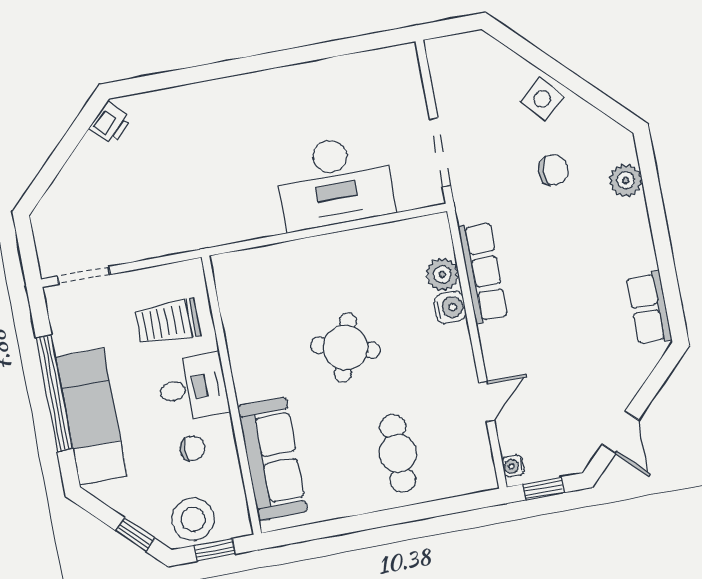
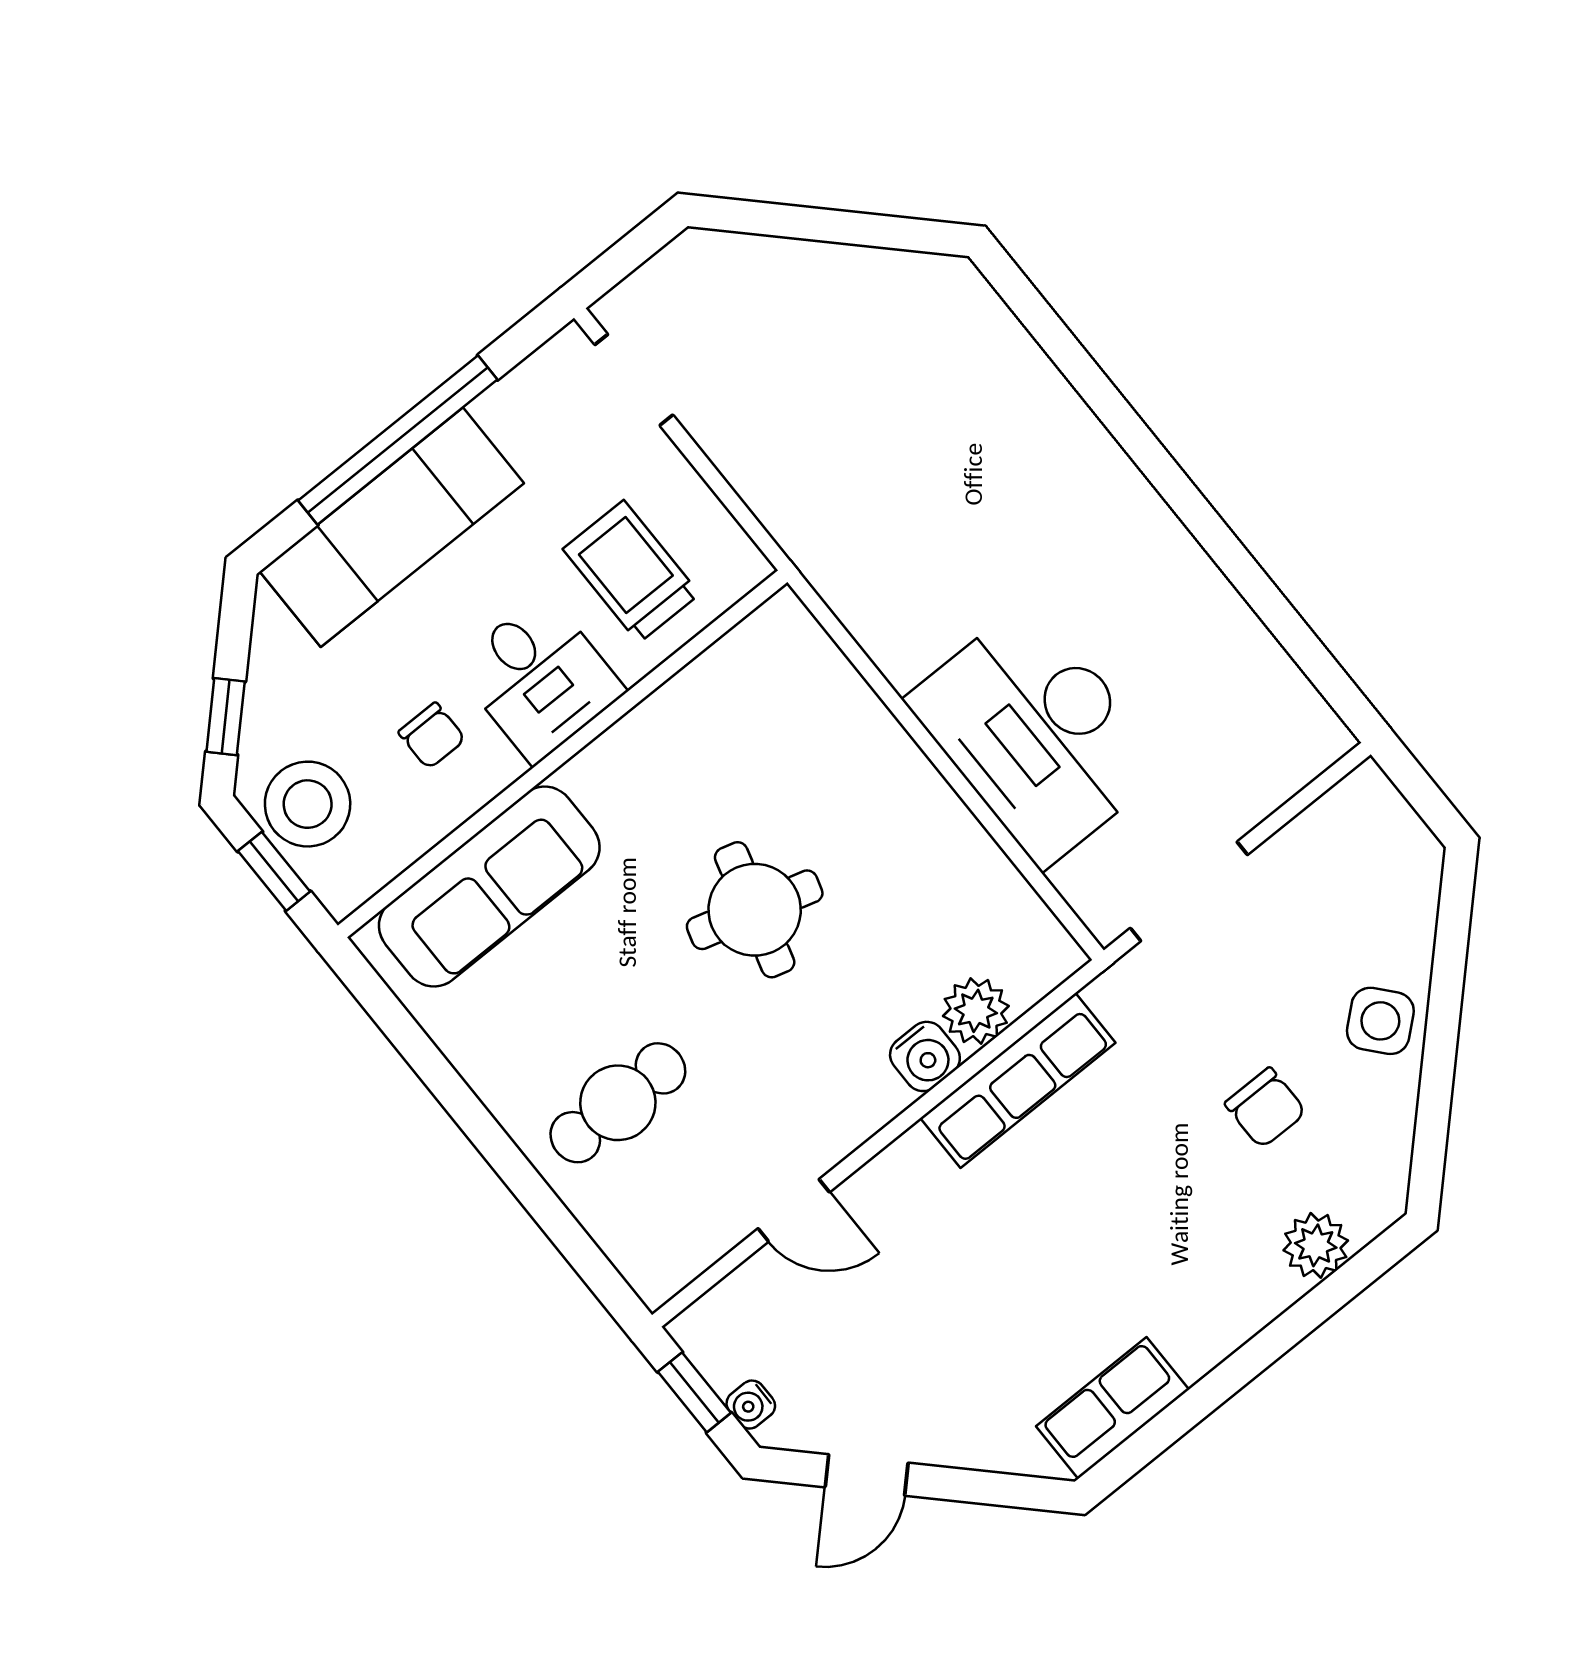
printer: (111, 123) -> (928, 282), removed
water cooler: (513, 466) -> (751, 1405), moved, turned -90

